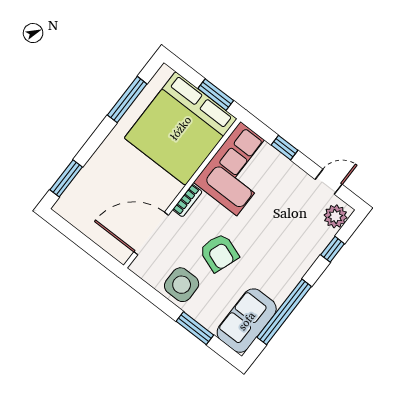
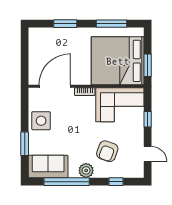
window: (66, 178) -> (65, 24), moved
plant: (335, 216) -> (86, 170), moved
door: (151, 233) -> (55, 86), hinge flipped
armchair: (219, 253) -> (107, 151), moved

